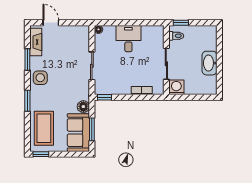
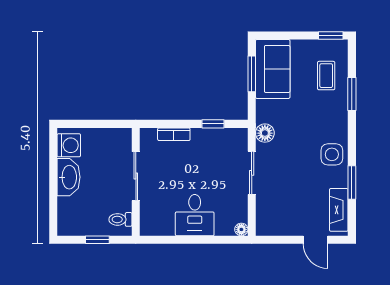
window: (181, 23) -> (97, 240), moved
washing machine: (176, 87) -> (69, 145), moved, turned -90
window: (104, 97) -> (213, 124), moved
window: (27, 101) -> (352, 94), moved
floor lamp: (83, 107) -> (265, 133), moved
coffee table: (44, 128) -> (326, 76), width x0.54, depth x0.58

